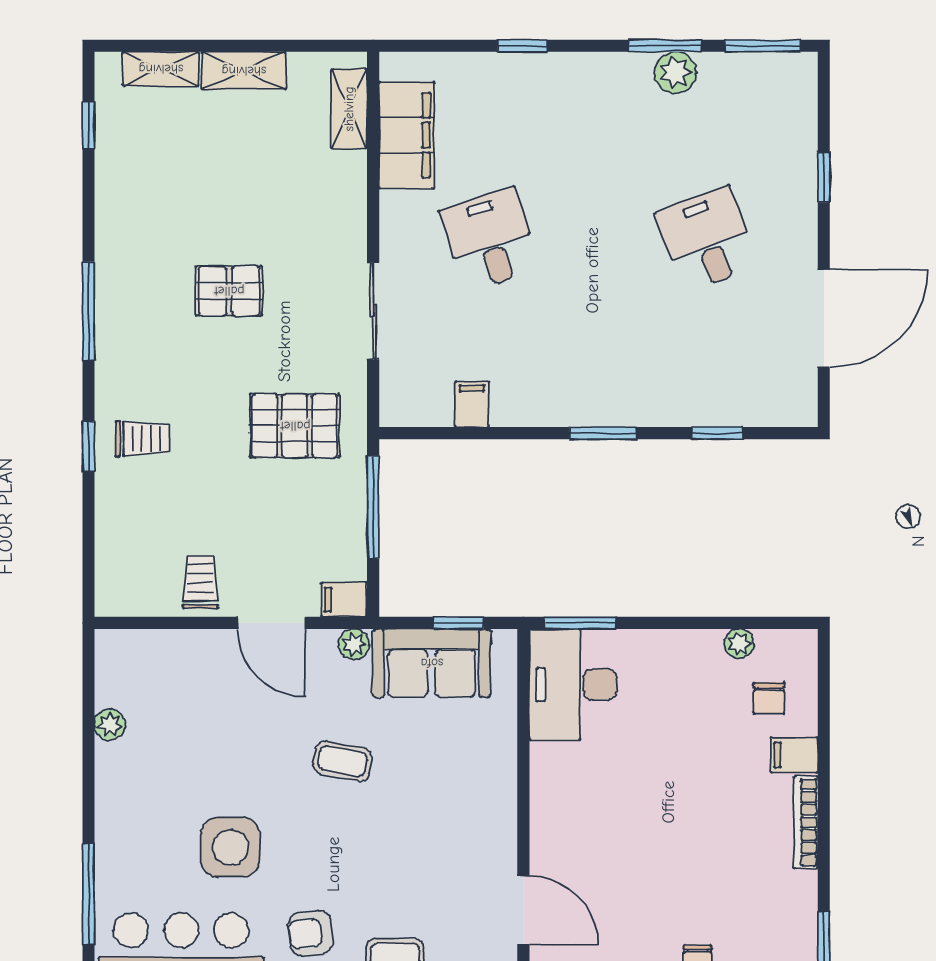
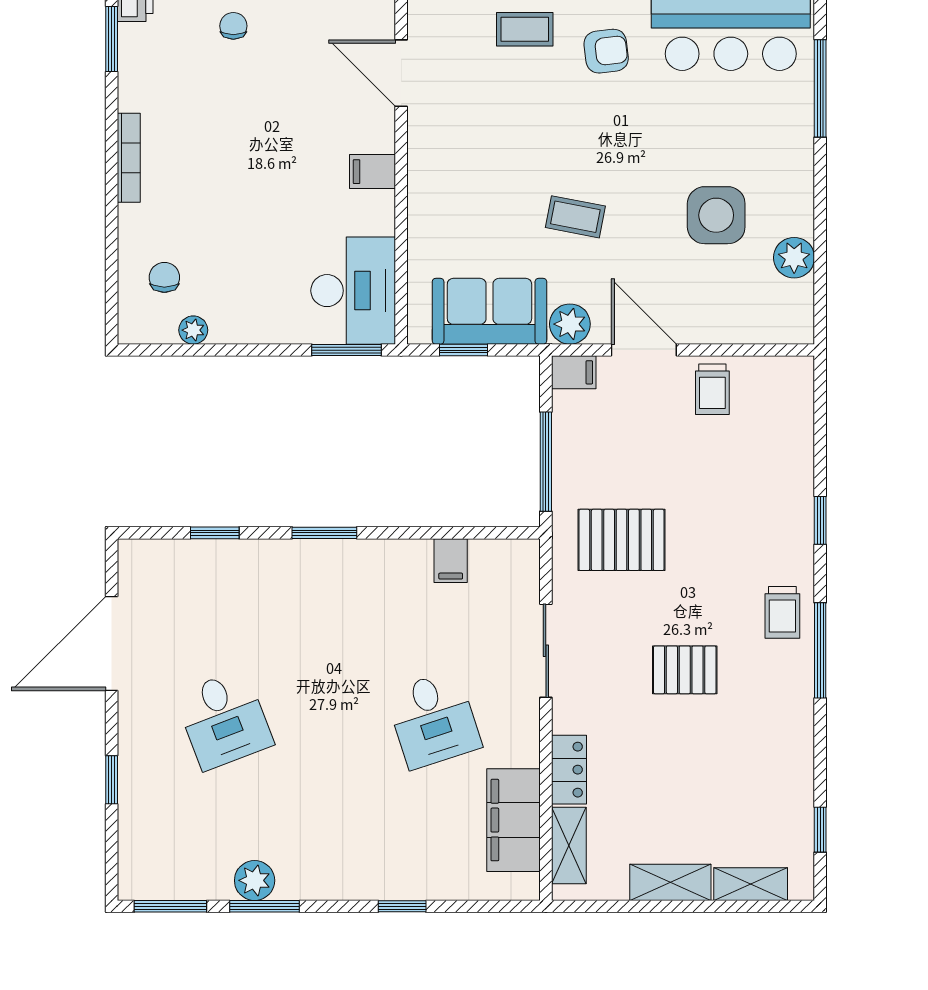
locker: (349, 188) -> (569, 770), added
trolley: (143, 439) -> (782, 612), moved, turned -90
plant: (354, 644) -> (570, 324), width x1.38, depth x1.38
plant: (110, 725) -> (794, 258), width x1.38, depth x1.38
filing cabinet: (794, 755) -> (373, 172), moved, turned 180
side table: (230, 847) -> (716, 215), moved

